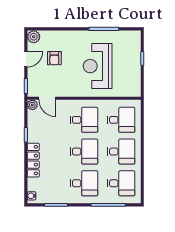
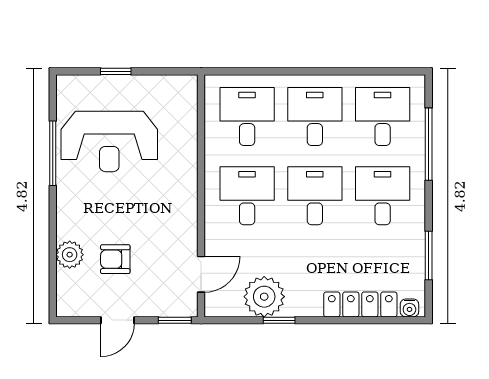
plant: (34, 37) -> (70, 255), moved
armchair: (54, 58) -> (115, 259), turned 180
door: (26, 59) -> (118, 320), swing flipped
reception desk: (98, 66) -> (109, 141), moved
plant: (32, 105) -> (264, 297), moved, width x1.87, depth x1.87
locker: (33, 160) -> (360, 304), moved

